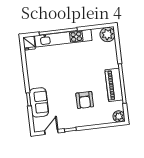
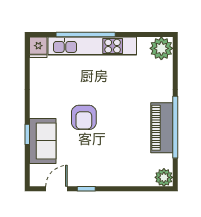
armchair: (85, 100) -> (84, 117), moved

